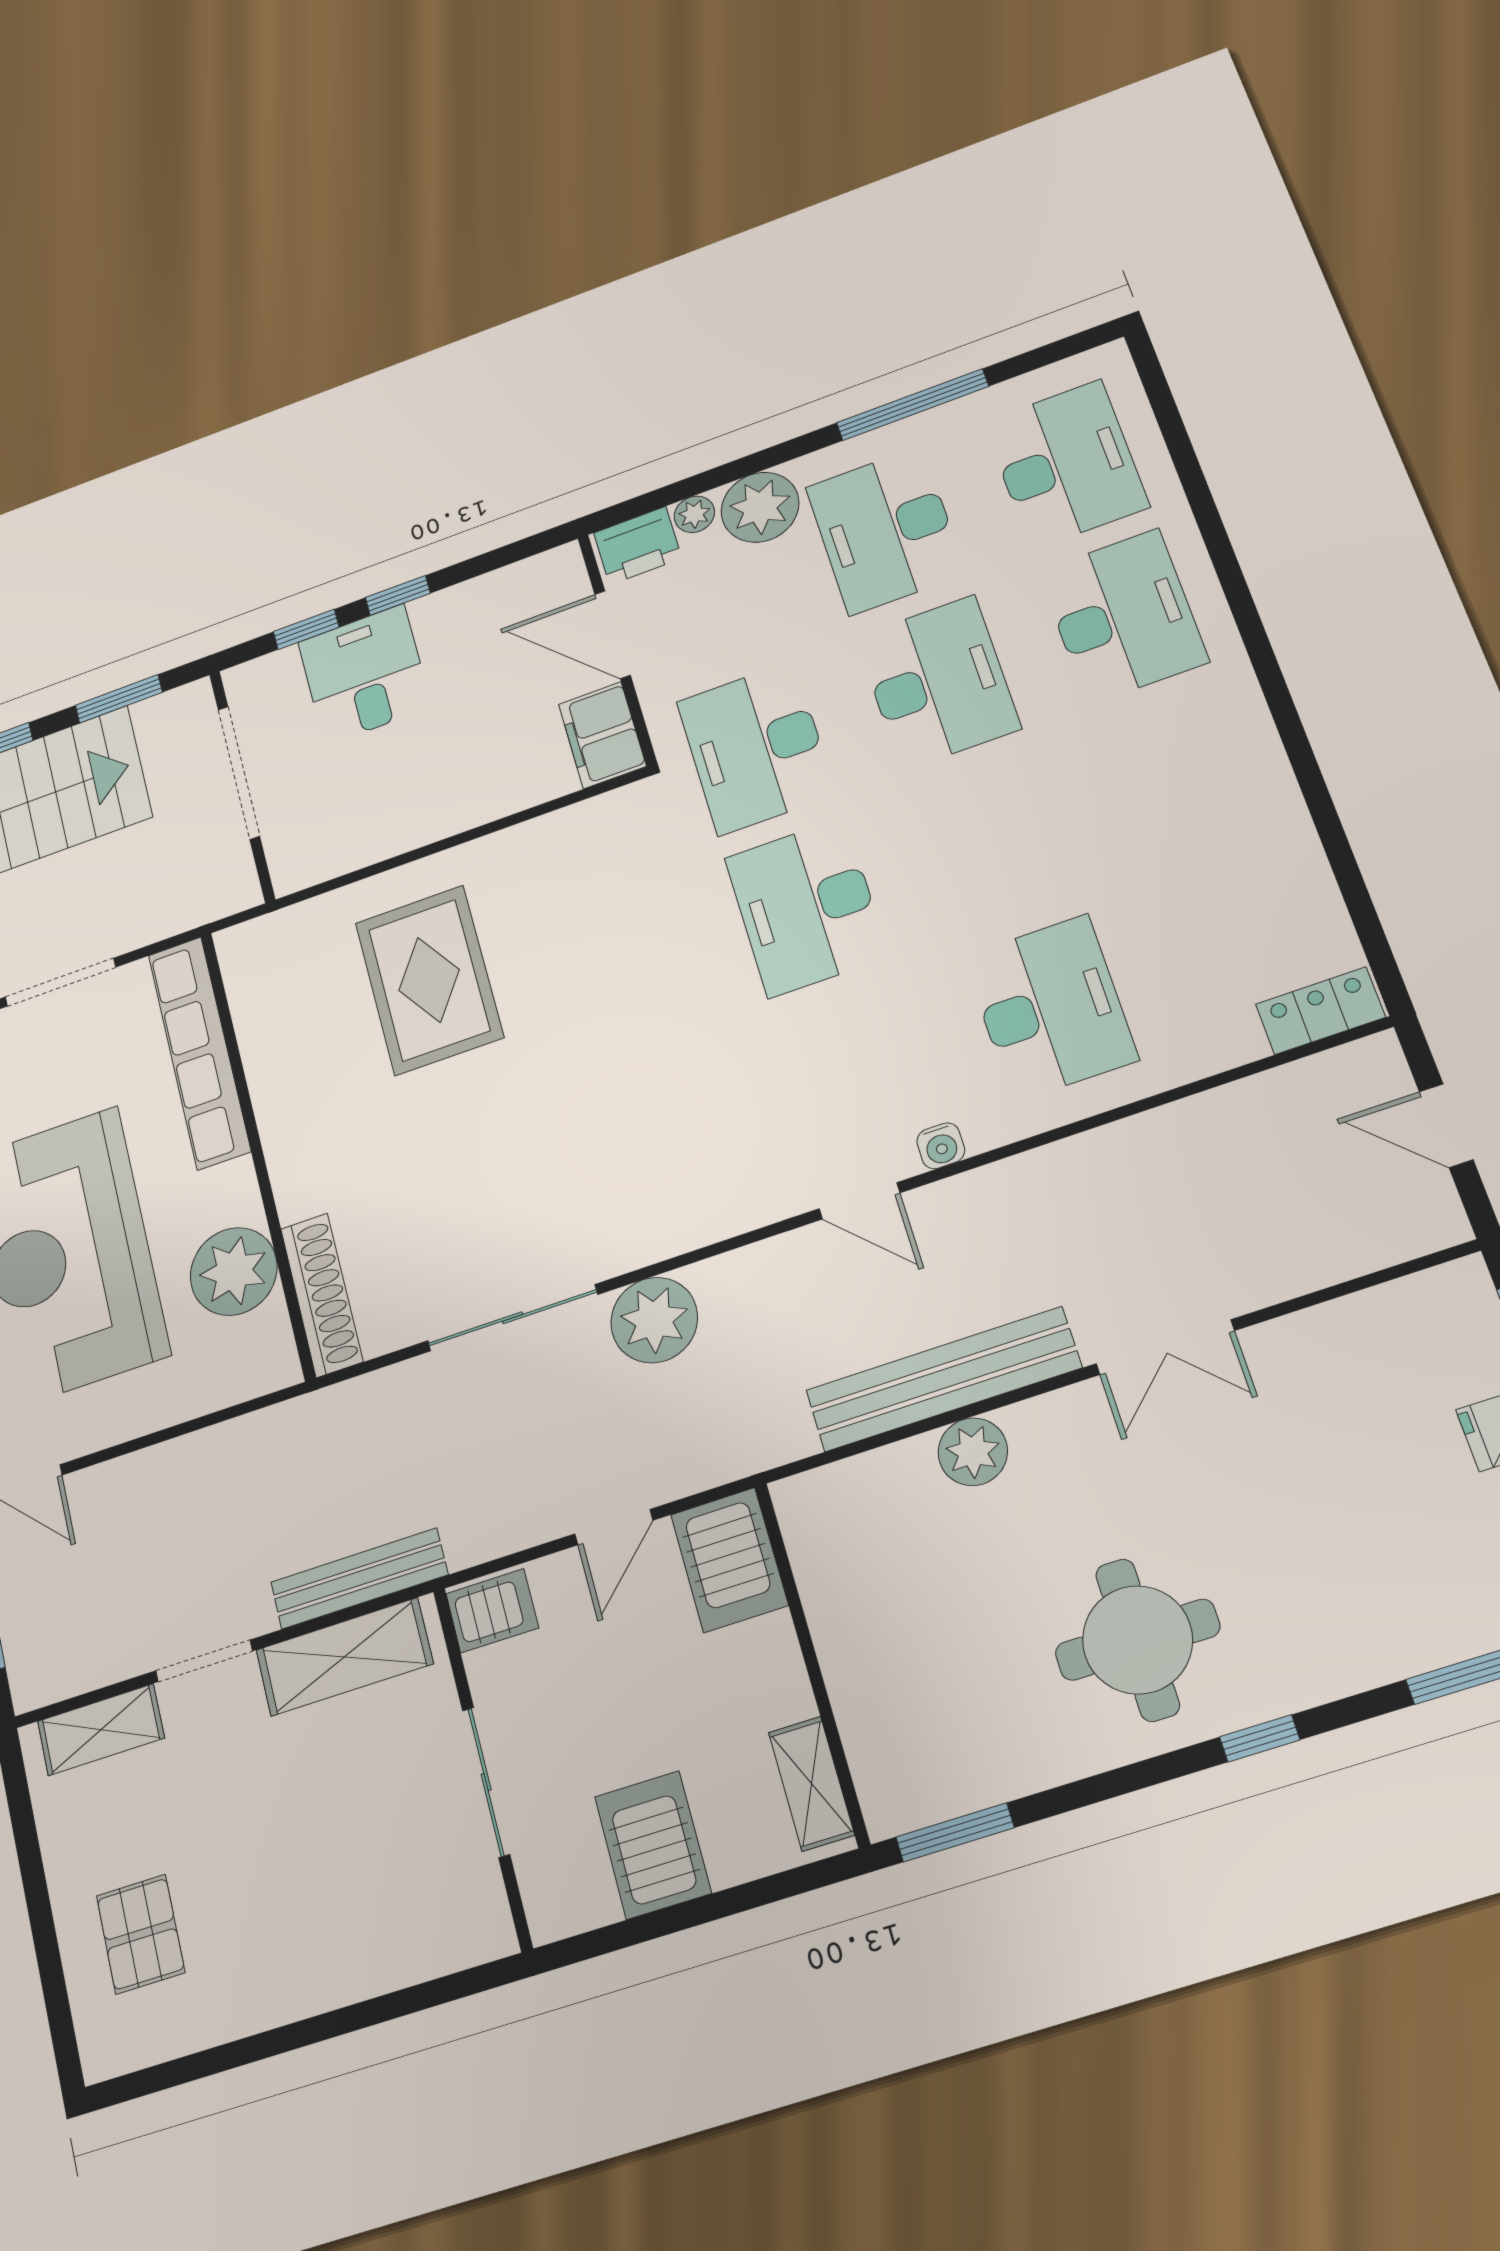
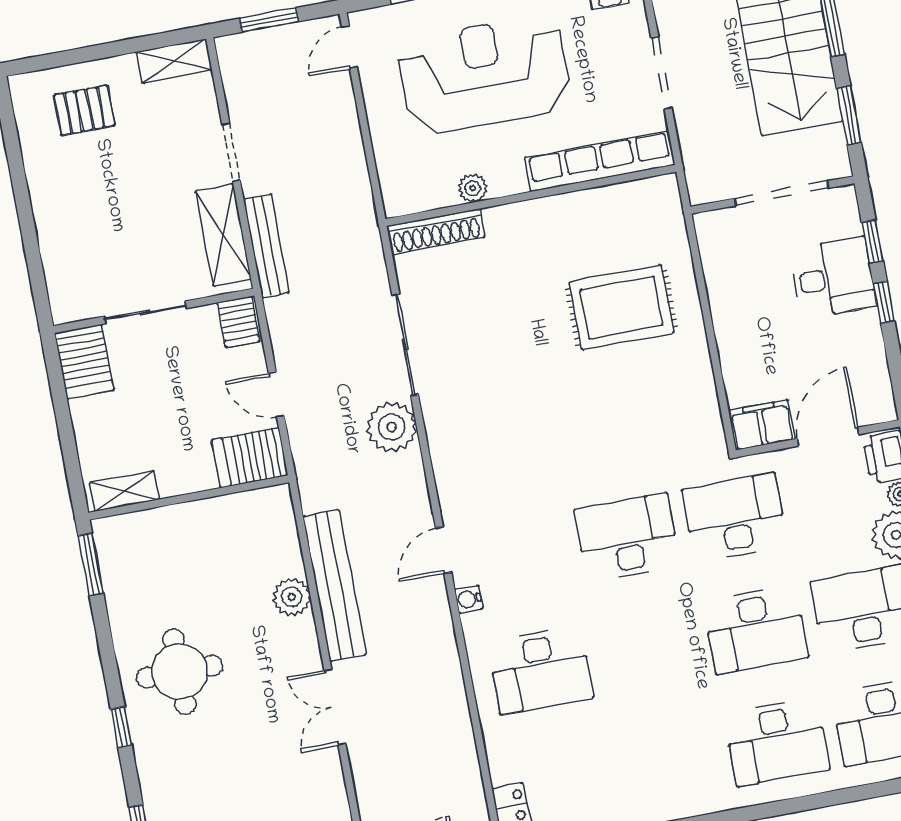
plant: (234, 1271) -> (473, 188), width x0.53, depth x0.53
shelving: (101, 1730) -> (174, 61), moved, turned 90
server rack: (653, 1845) -> (84, 362), moved, turned 90

